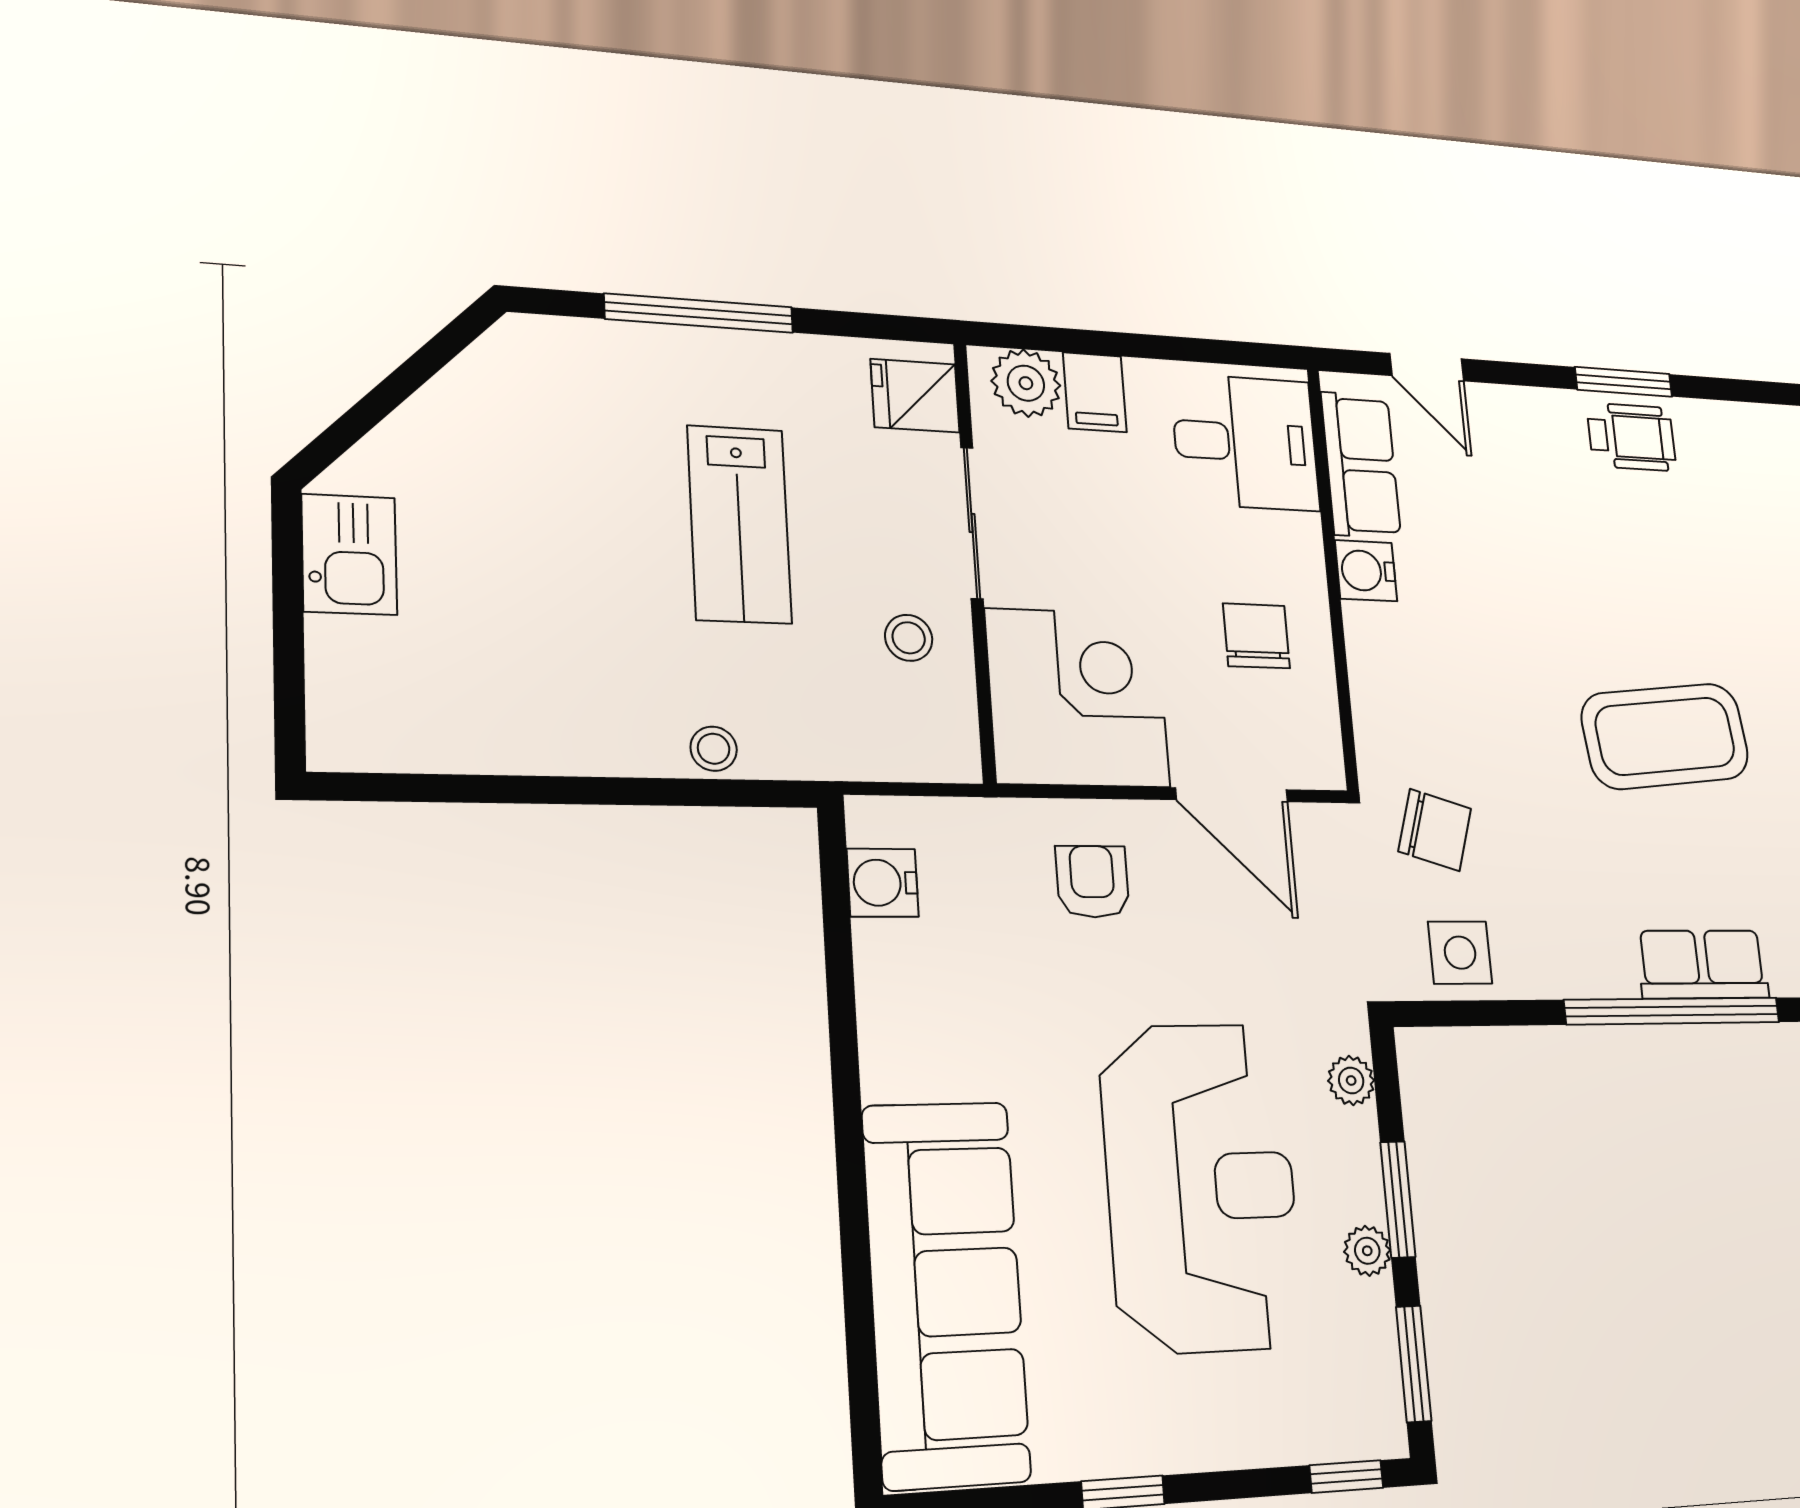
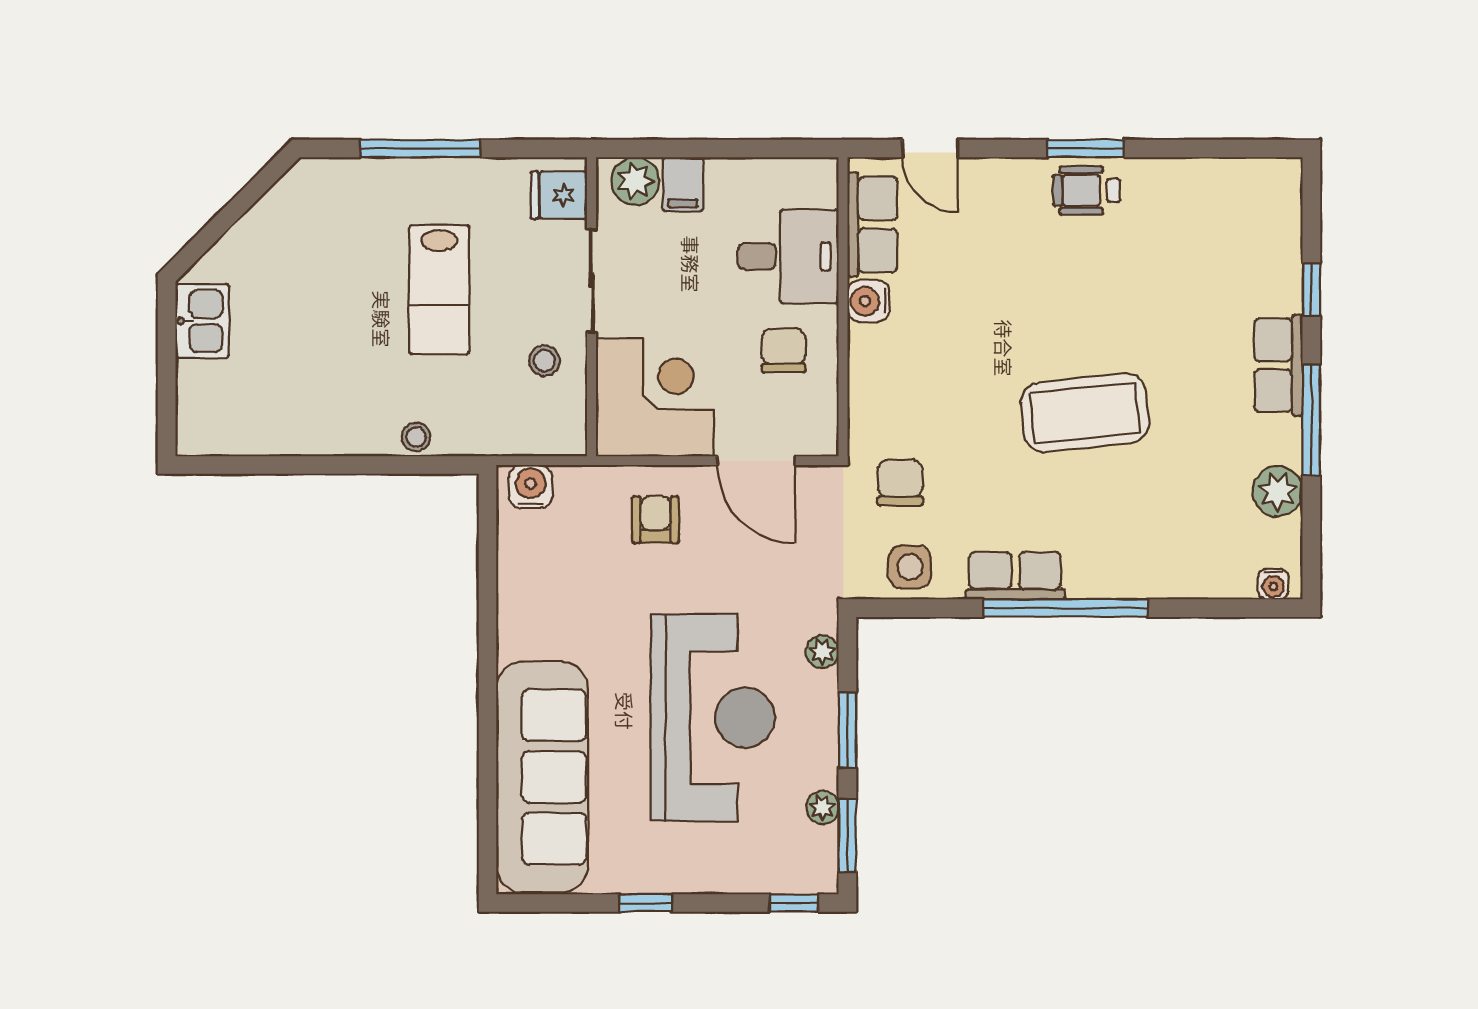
wheelchair: (1631, 437) -> (1087, 190), turned 180
desk: (1245, 442) -> (788, 256), moved
chair: (1435, 830) -> (900, 483), turned -107
water cooler: (883, 883) -> (531, 487), moved, turned 90
row of seats: (1703, 964) -> (1015, 576), moved
plant: (1367, 1251) -> (823, 807), moved

